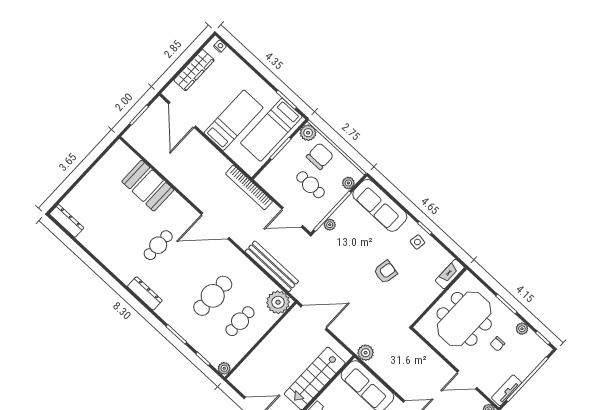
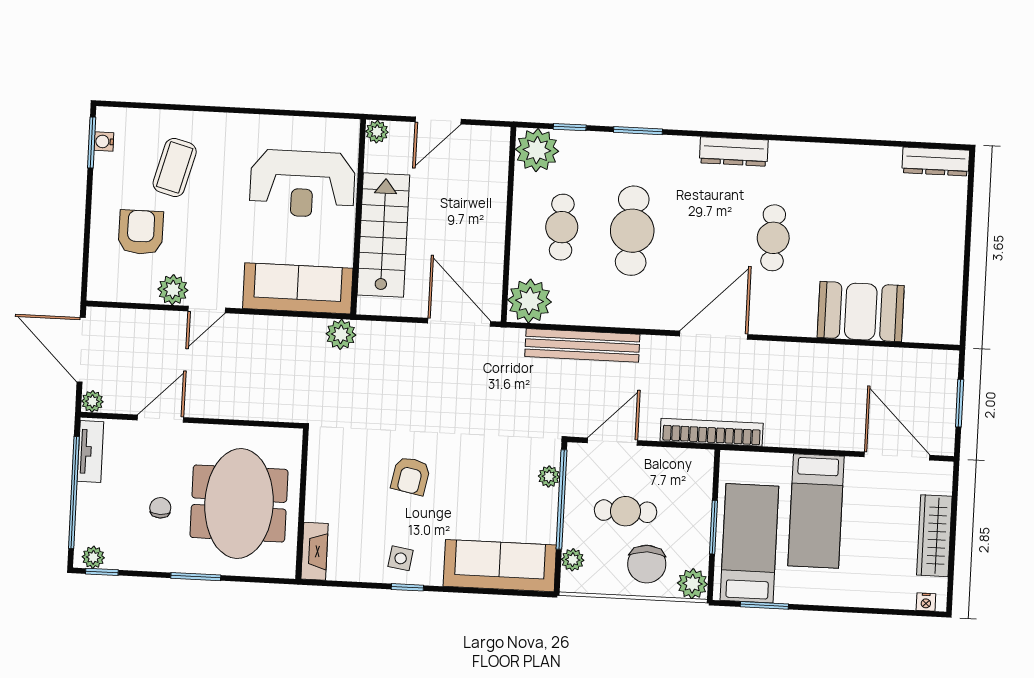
door: (314, 317) -> (459, 322), swing flipped
plant: (522, 329) -> (93, 557), moved
plant: (224, 368) -> (537, 150), width x1.88, depth x1.88

